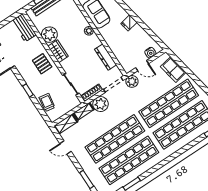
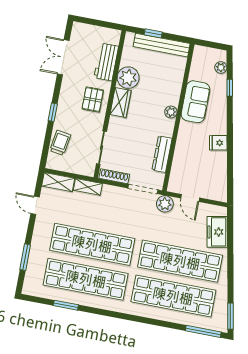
workbench: (24, 28) -> (106, 62), moved
water cooler: (150, 53) -> (211, 193), removed
plant: (101, 104) -> (112, 196), removed

